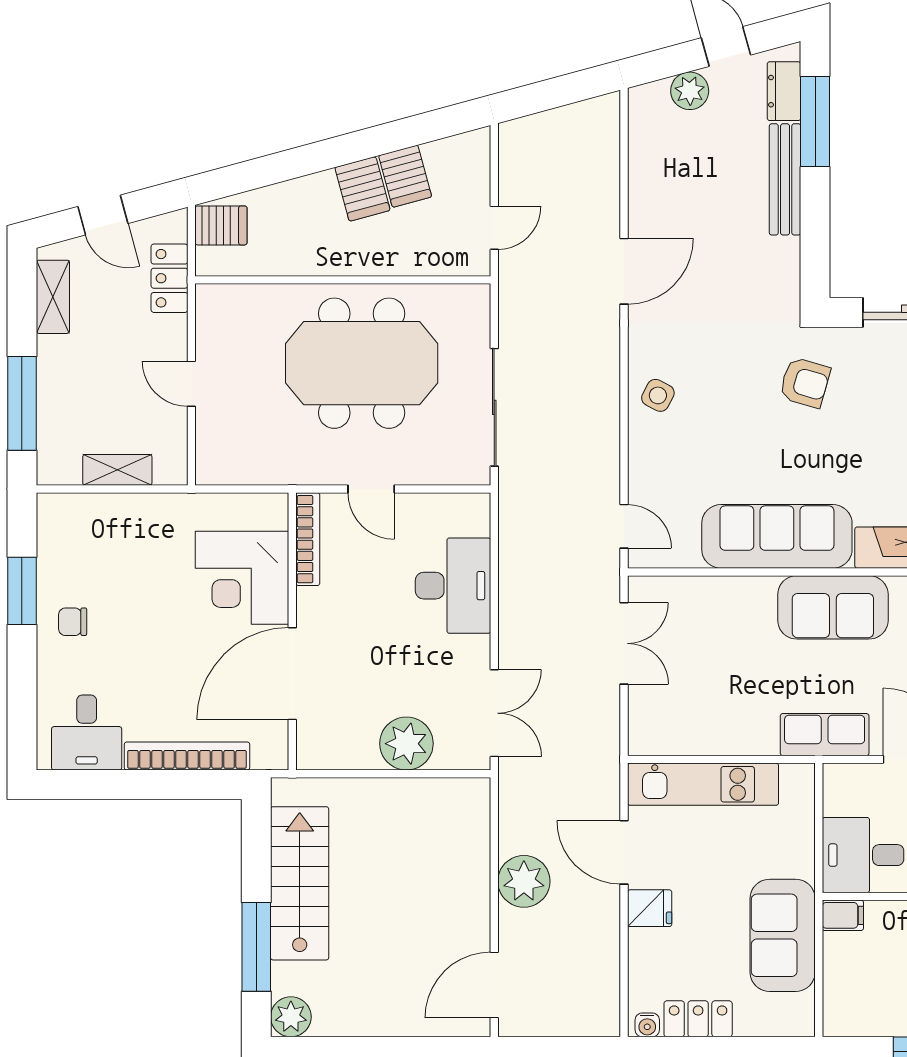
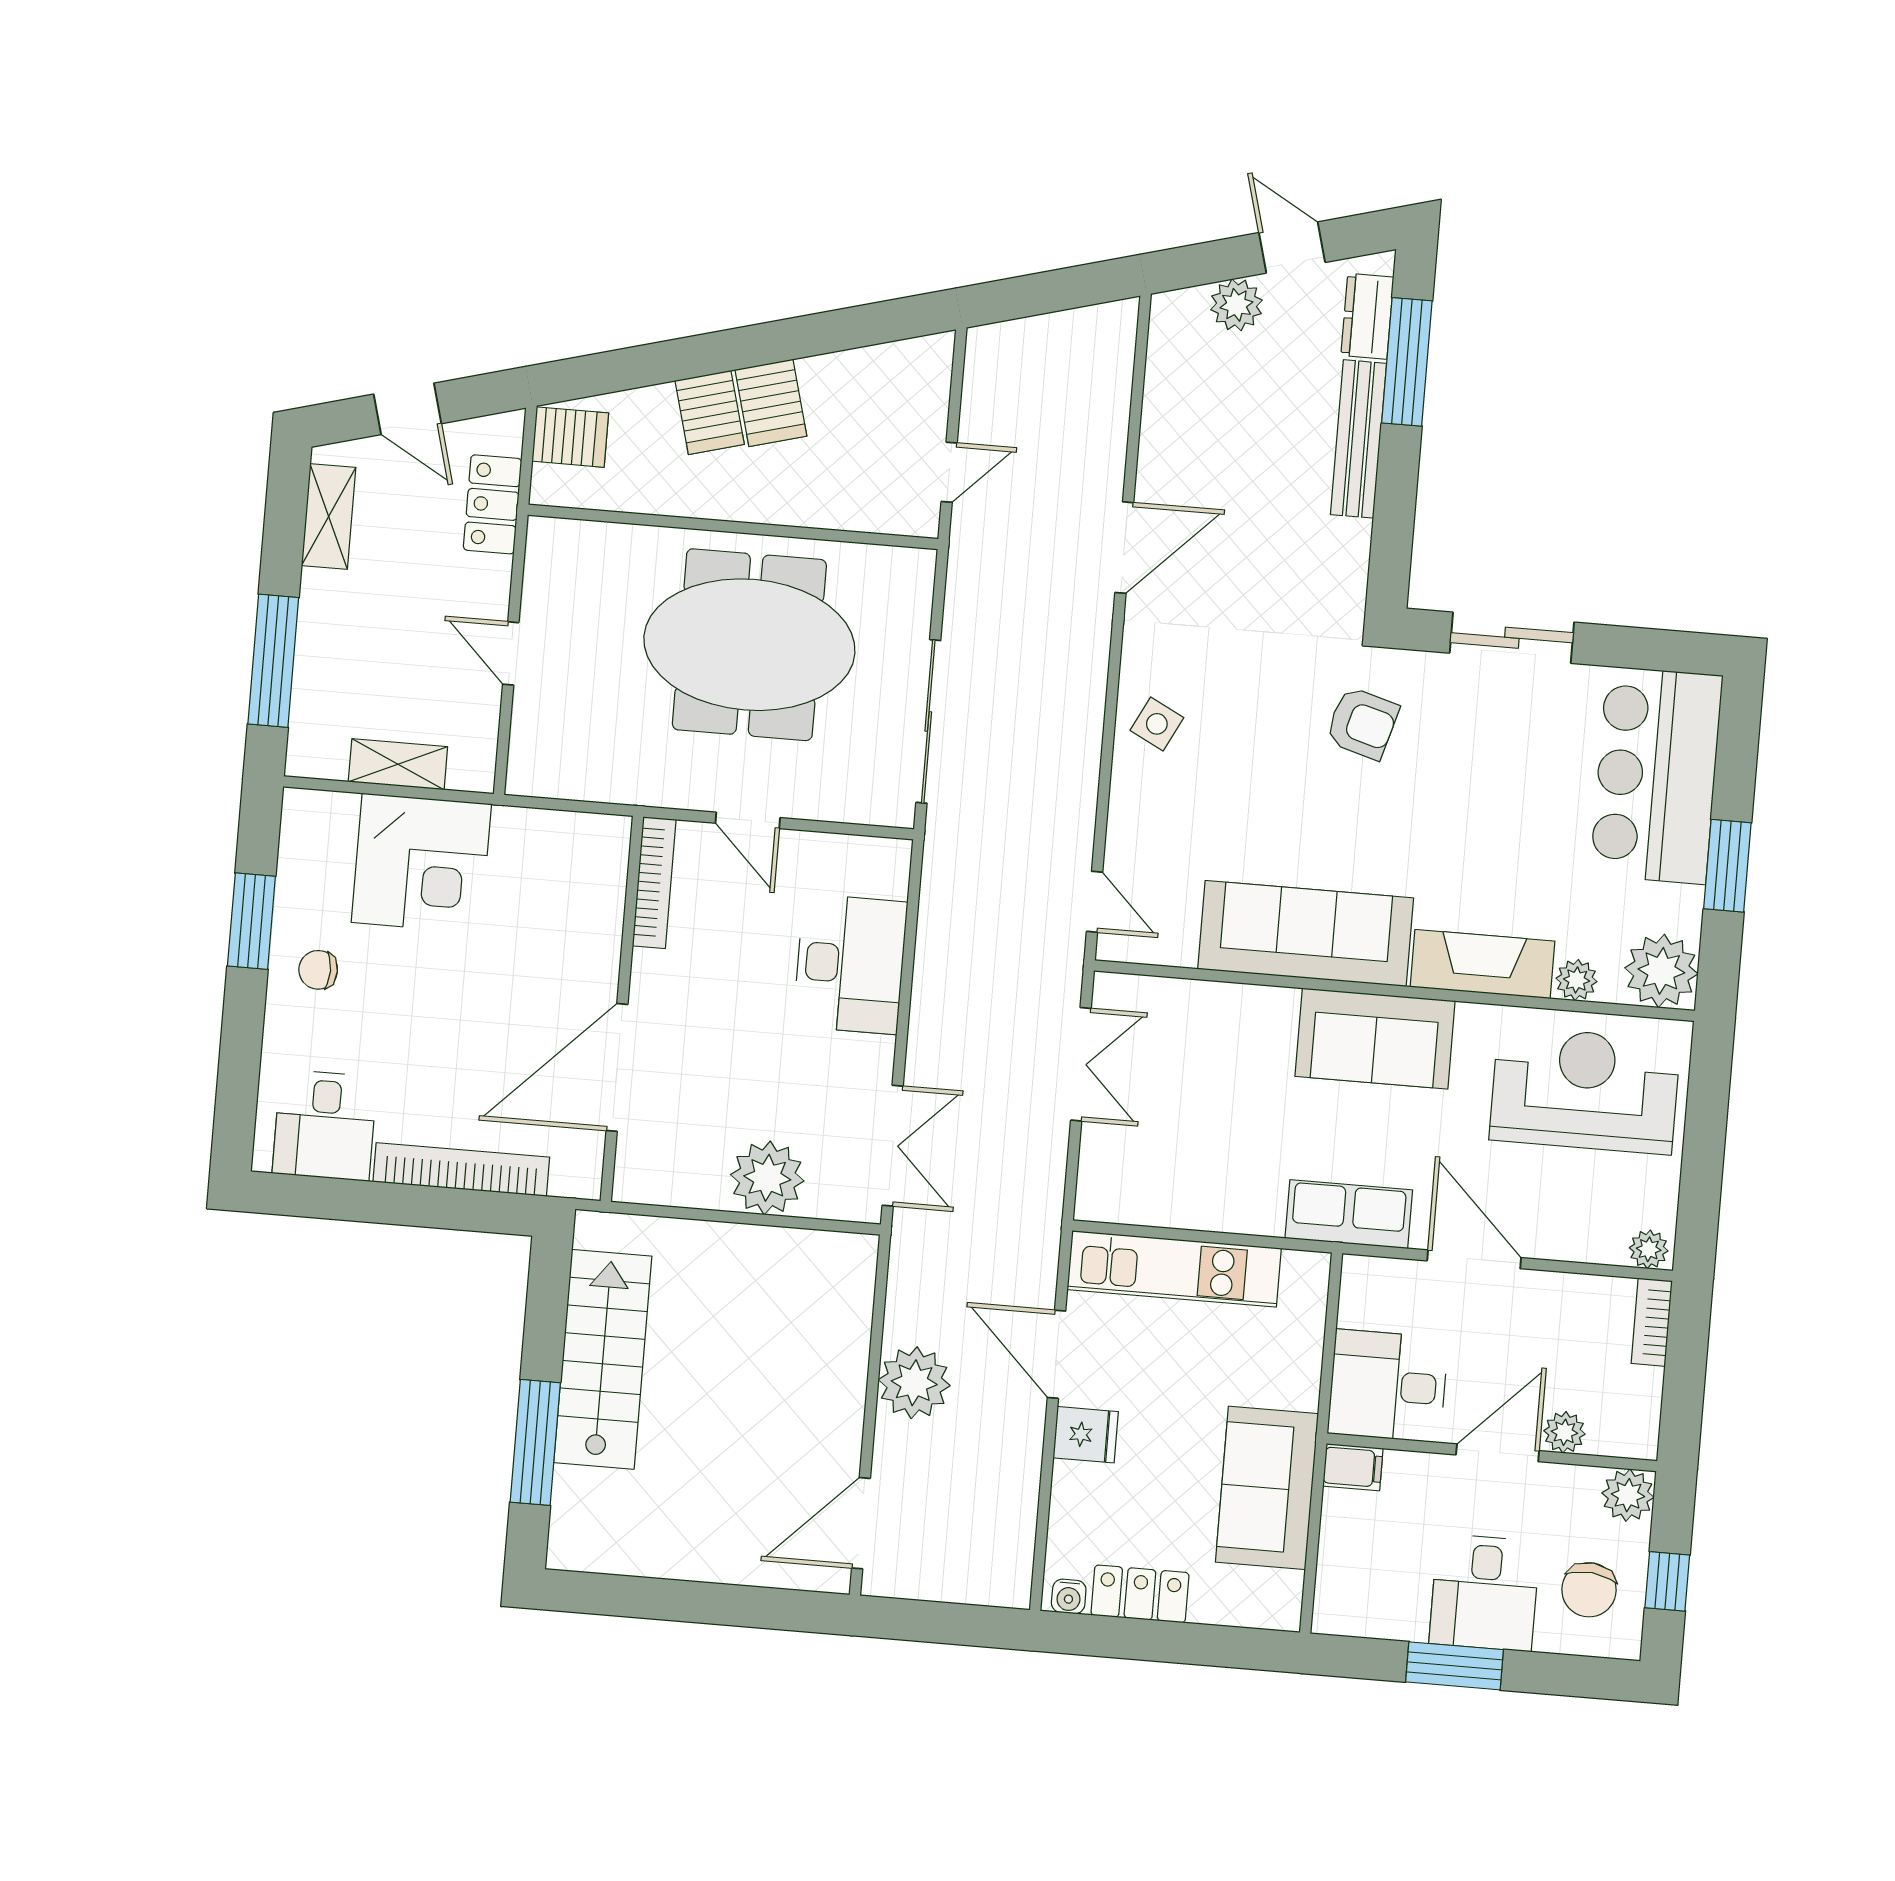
server rack: (405, 176) -> (710, 412), moved
corner desk: (242, 578) -> (421, 863), moved, turned -90
plant: (291, 1017) -> (575, 1544), removed

